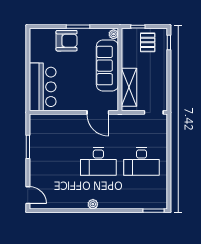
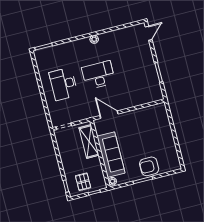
bar counter: (43, 87) -> (159, 124), removed
desk: (142, 162) -> (63, 84), turned -90
door: (28, 195) -> (149, 33), swing flipped

